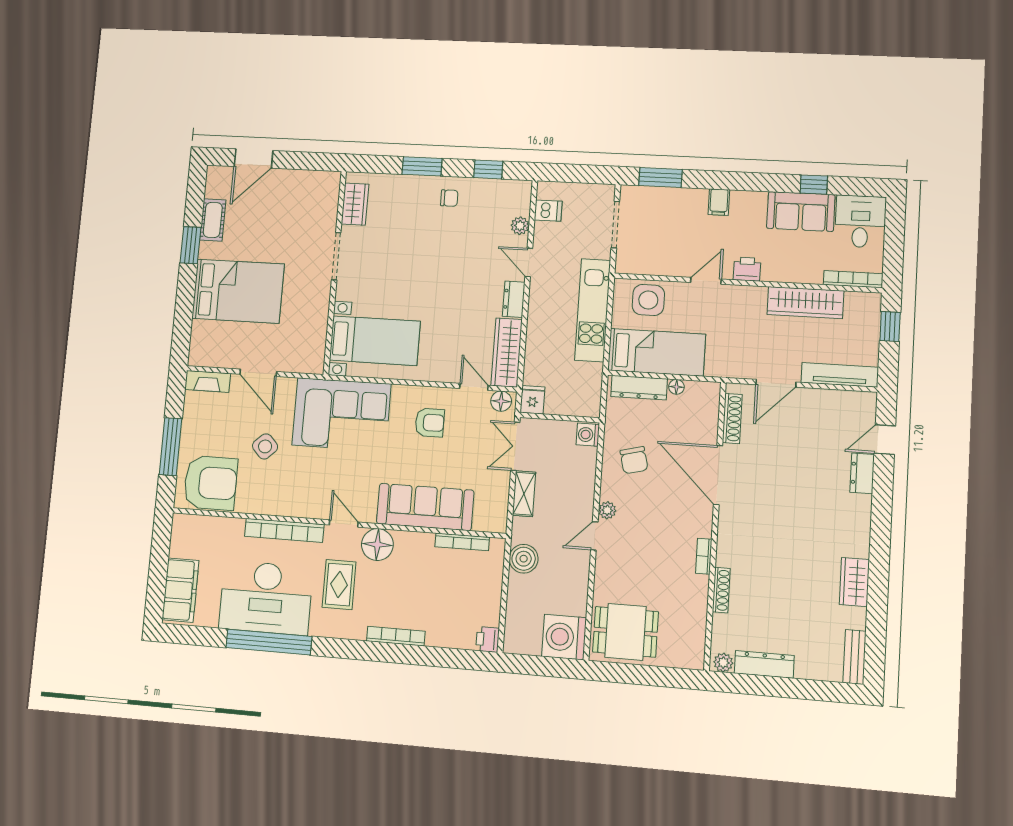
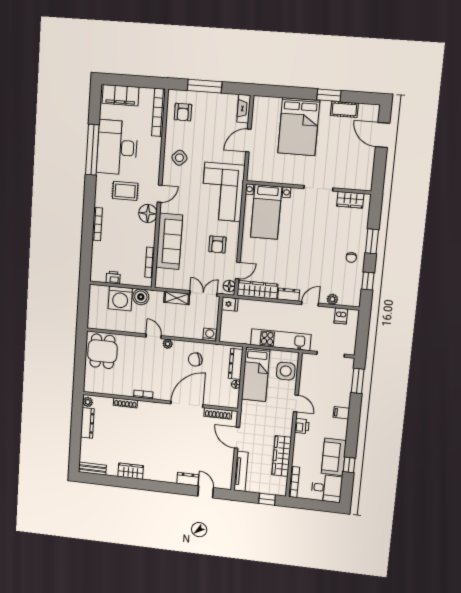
side table: (265, 446) -> (179, 158), moved
armchair: (211, 483) -> (183, 112), width x0.53, depth x0.53
bookcase: (284, 530) -> (159, 112), moved
washing machine: (564, 637) -> (120, 298), moved, turned 180
printer: (488, 639) -> (113, 278), moved

